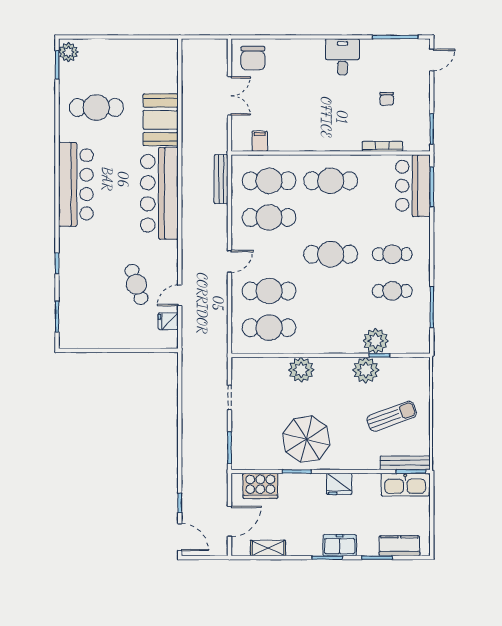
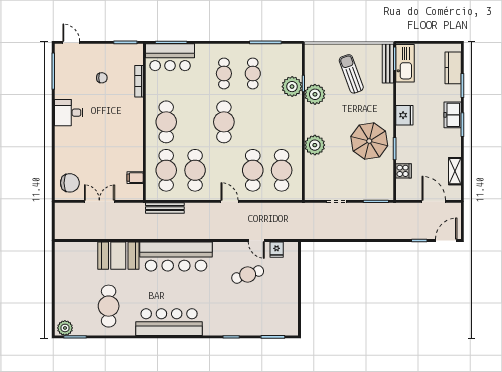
cooker: (260, 486) -> (404, 171), width x0.53, depth x0.76

